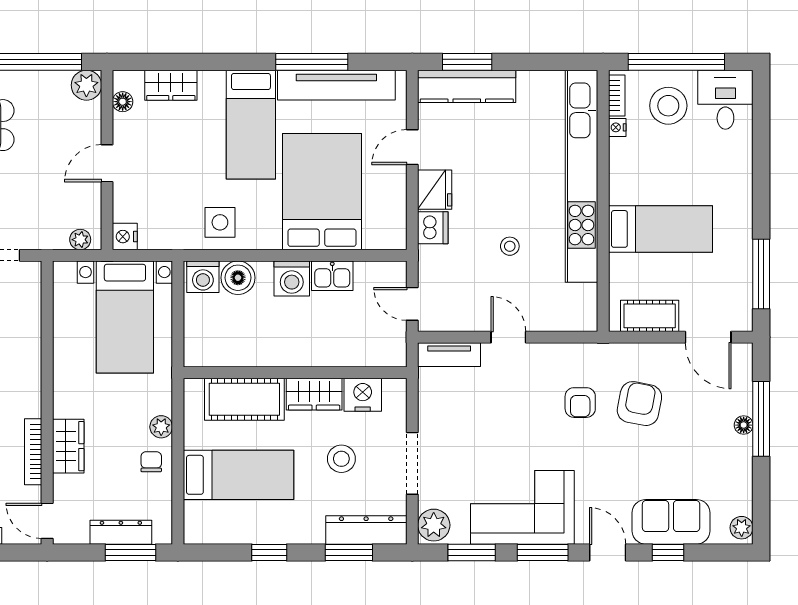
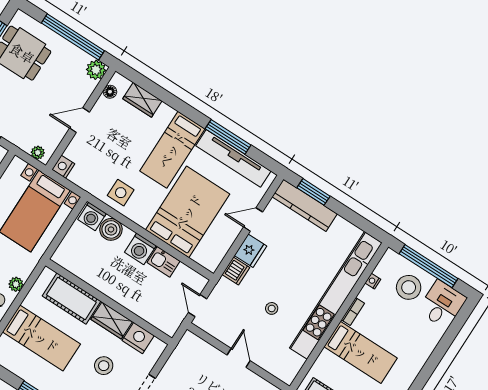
bookcase: (617, 95) -> (353, 311), moved
tv unit: (449, 355) -> (200, 347), removed

